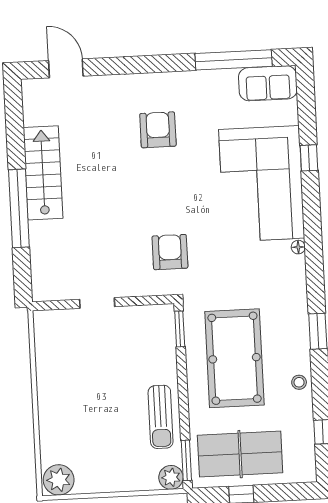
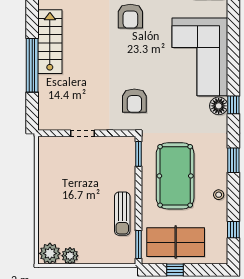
armchair: (158, 130) -> (130, 16), turned 180
window: (309, 158) -> (233, 105), moved
floor lamp: (298, 247) -> (219, 106), width x1.89, depth x1.89
armchair: (170, 252) -> (134, 101), turned 180
plant: (171, 477) -> (70, 256), moved

